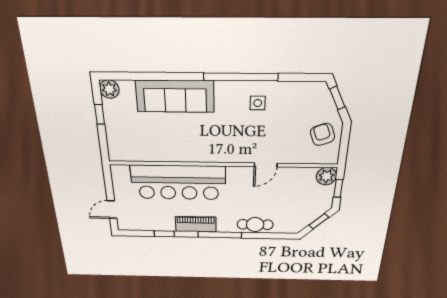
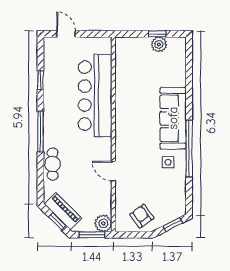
plant: (109, 89) -> (159, 44), moved
sofa: (175, 96) -> (173, 118), moved
armchair: (323, 134) -> (142, 216), turned -105
window: (338, 188) -> (92, 235), width x1.50
piano: (196, 224) -> (63, 211), moved, turned -45

